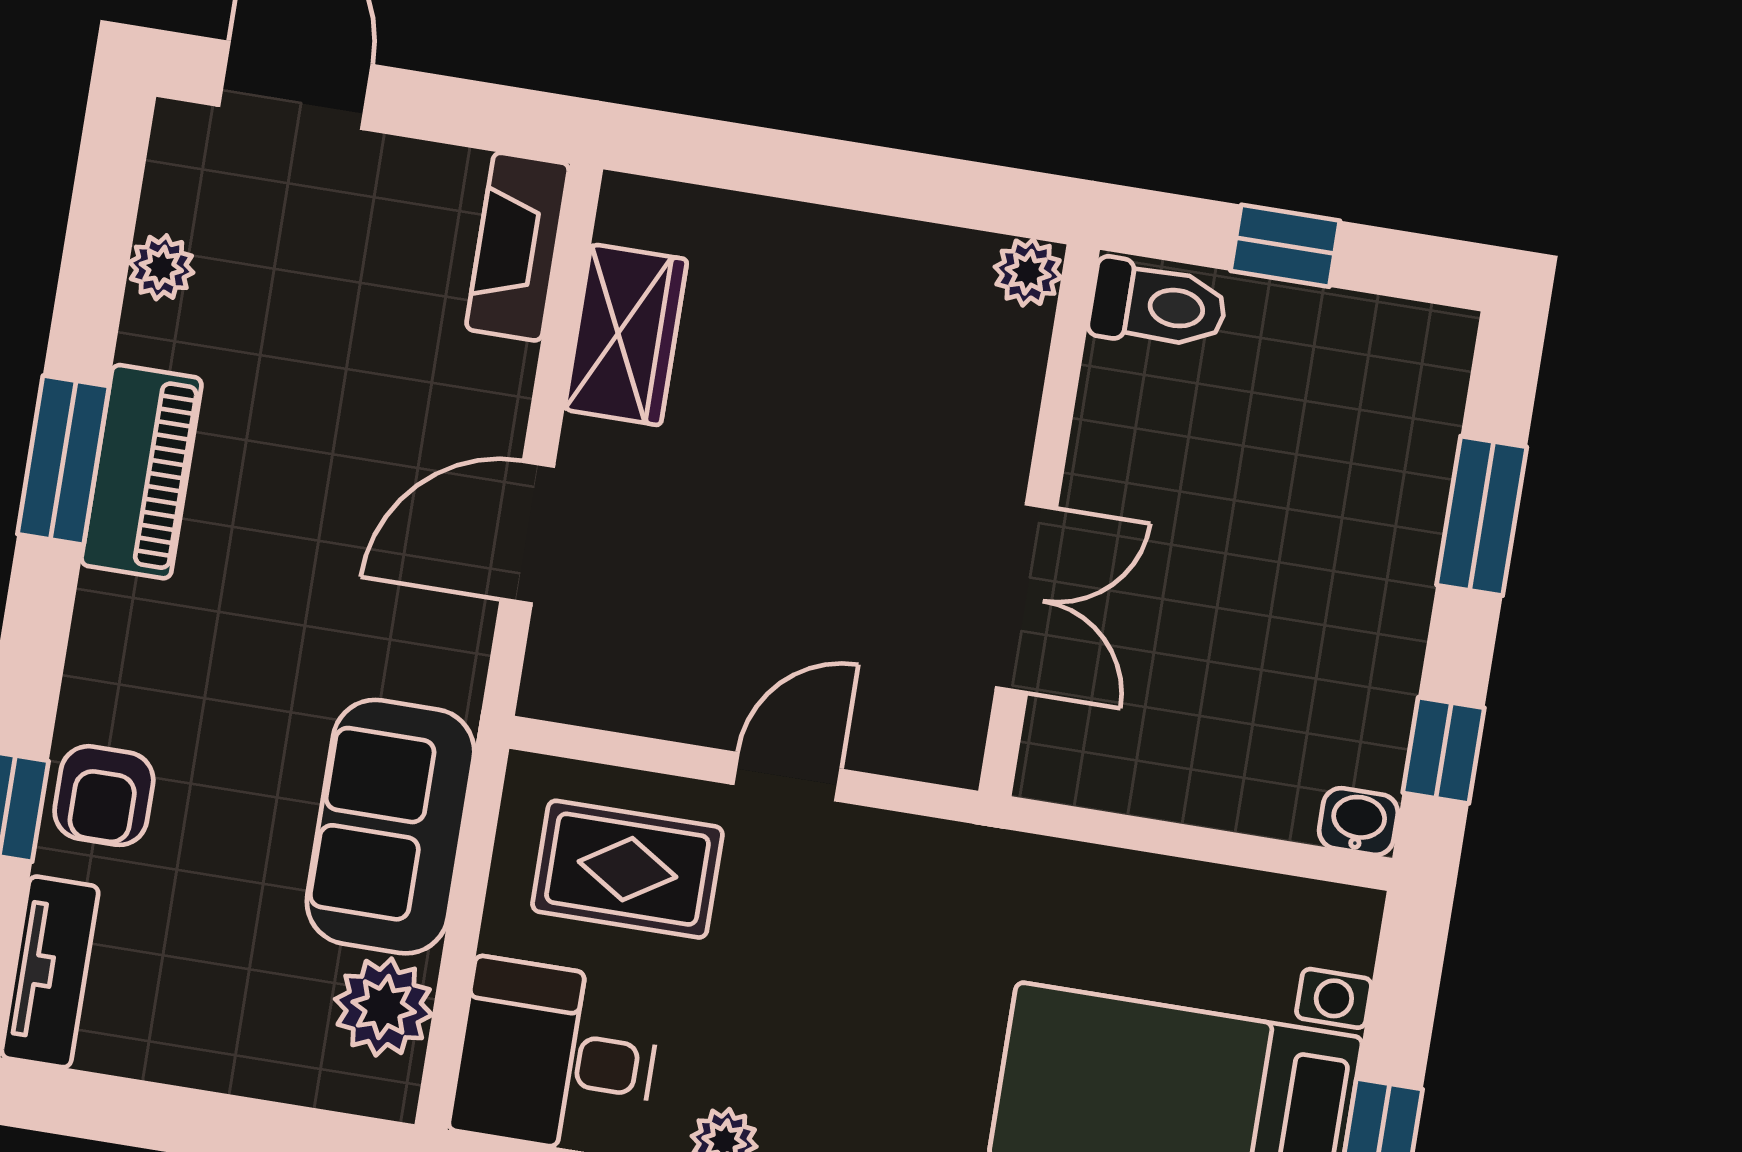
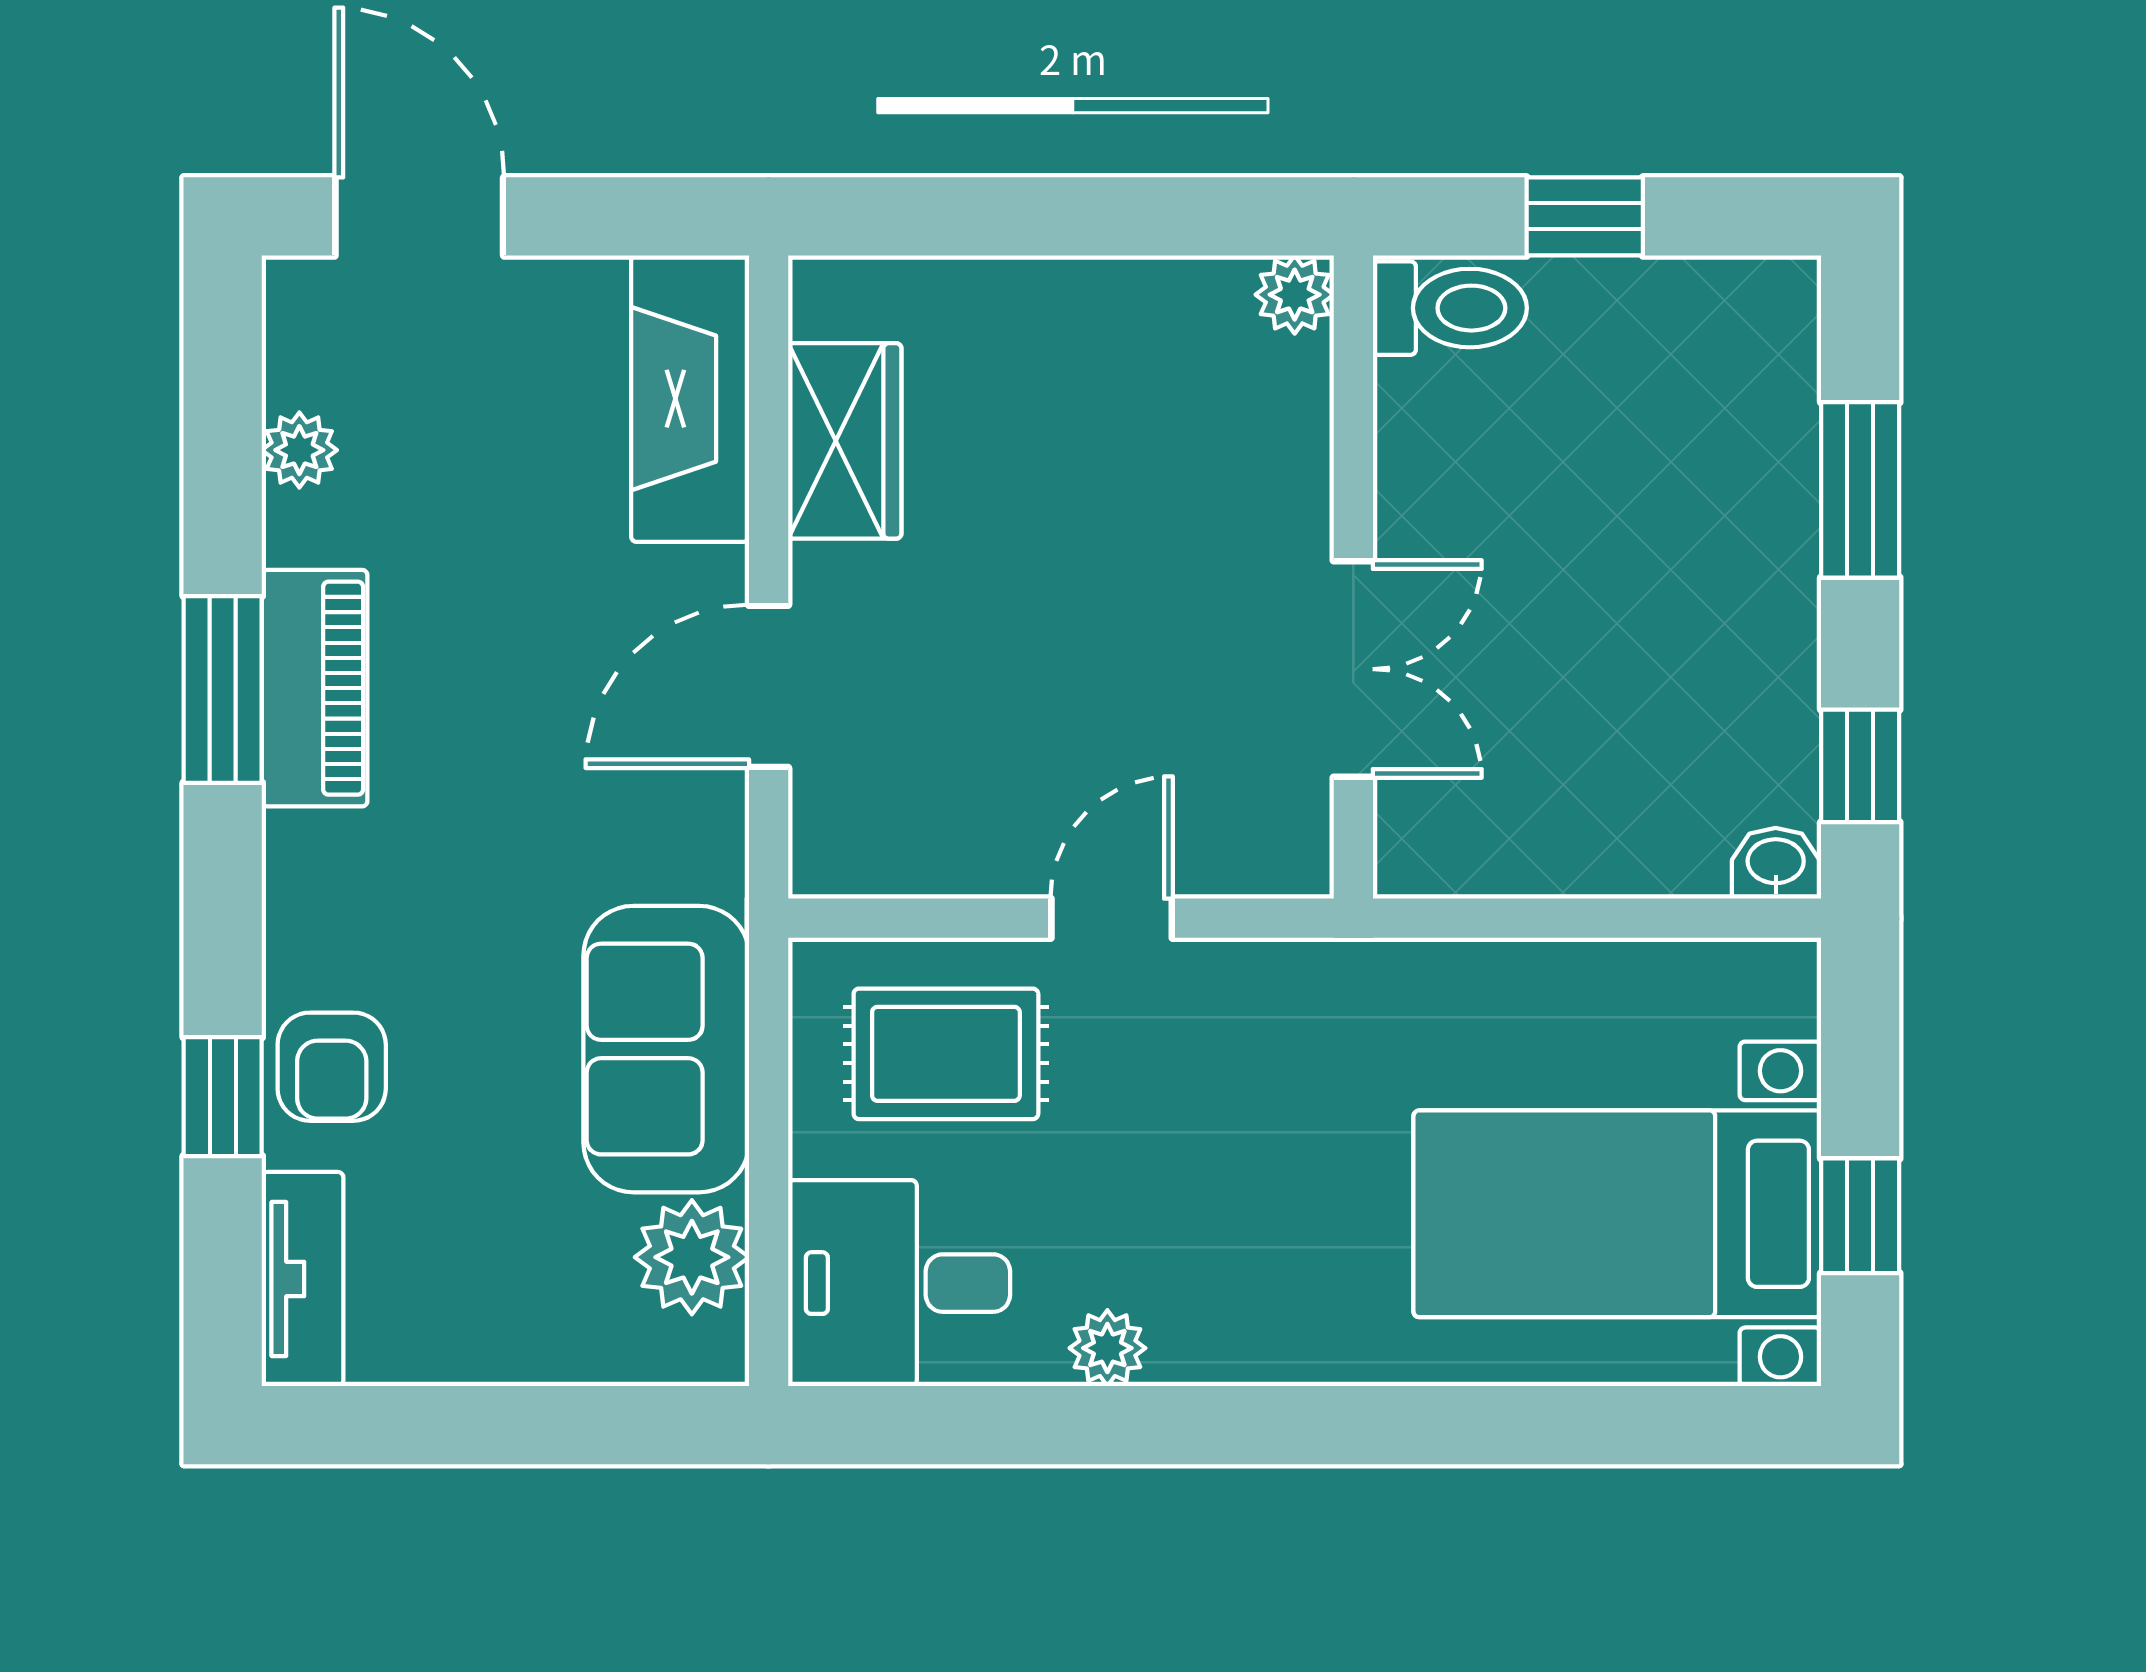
fireplace: (518, 247) -> (690, 399), width x1.37, depth x1.32

